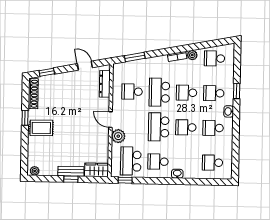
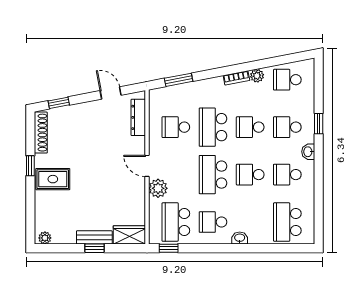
school desk: (212, 163) -> (287, 222), width x1.85

